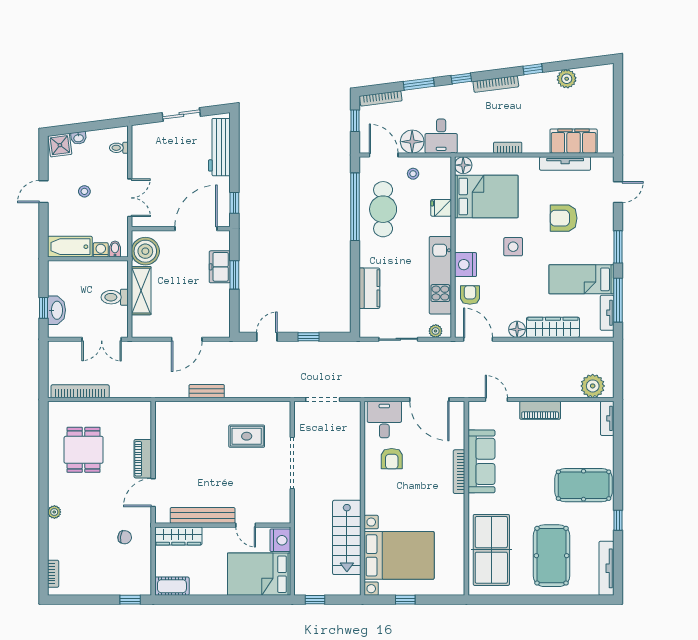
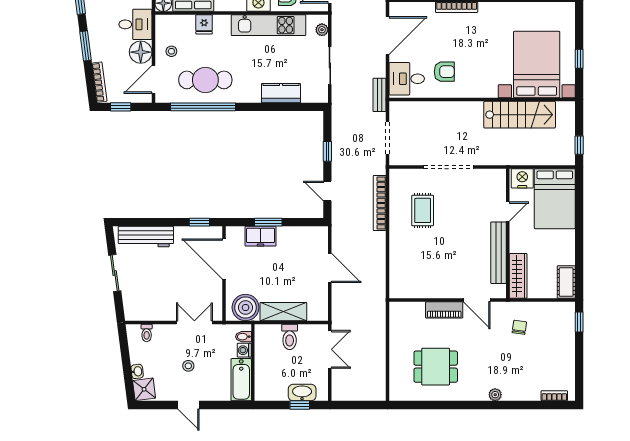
bookcase: (80, 391) -> (380, 203), moved
bench: (207, 391) -> (380, 95), moved

